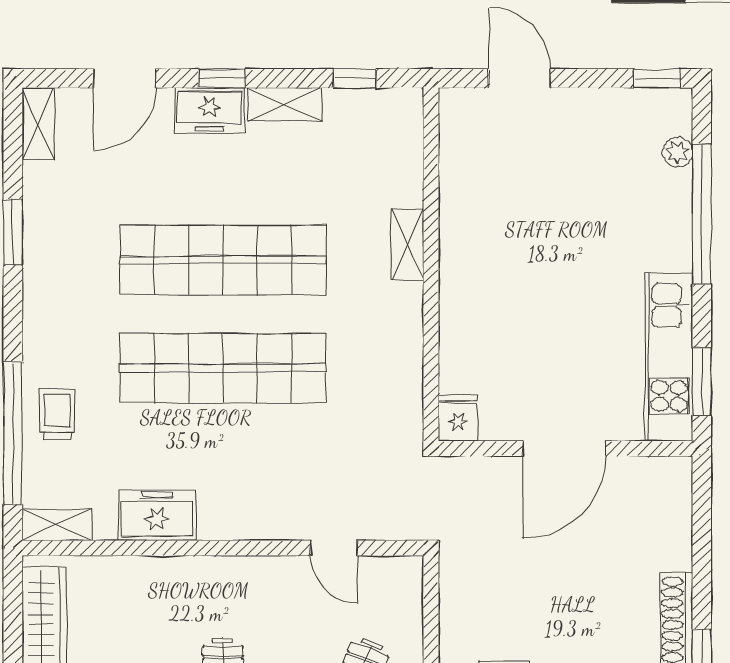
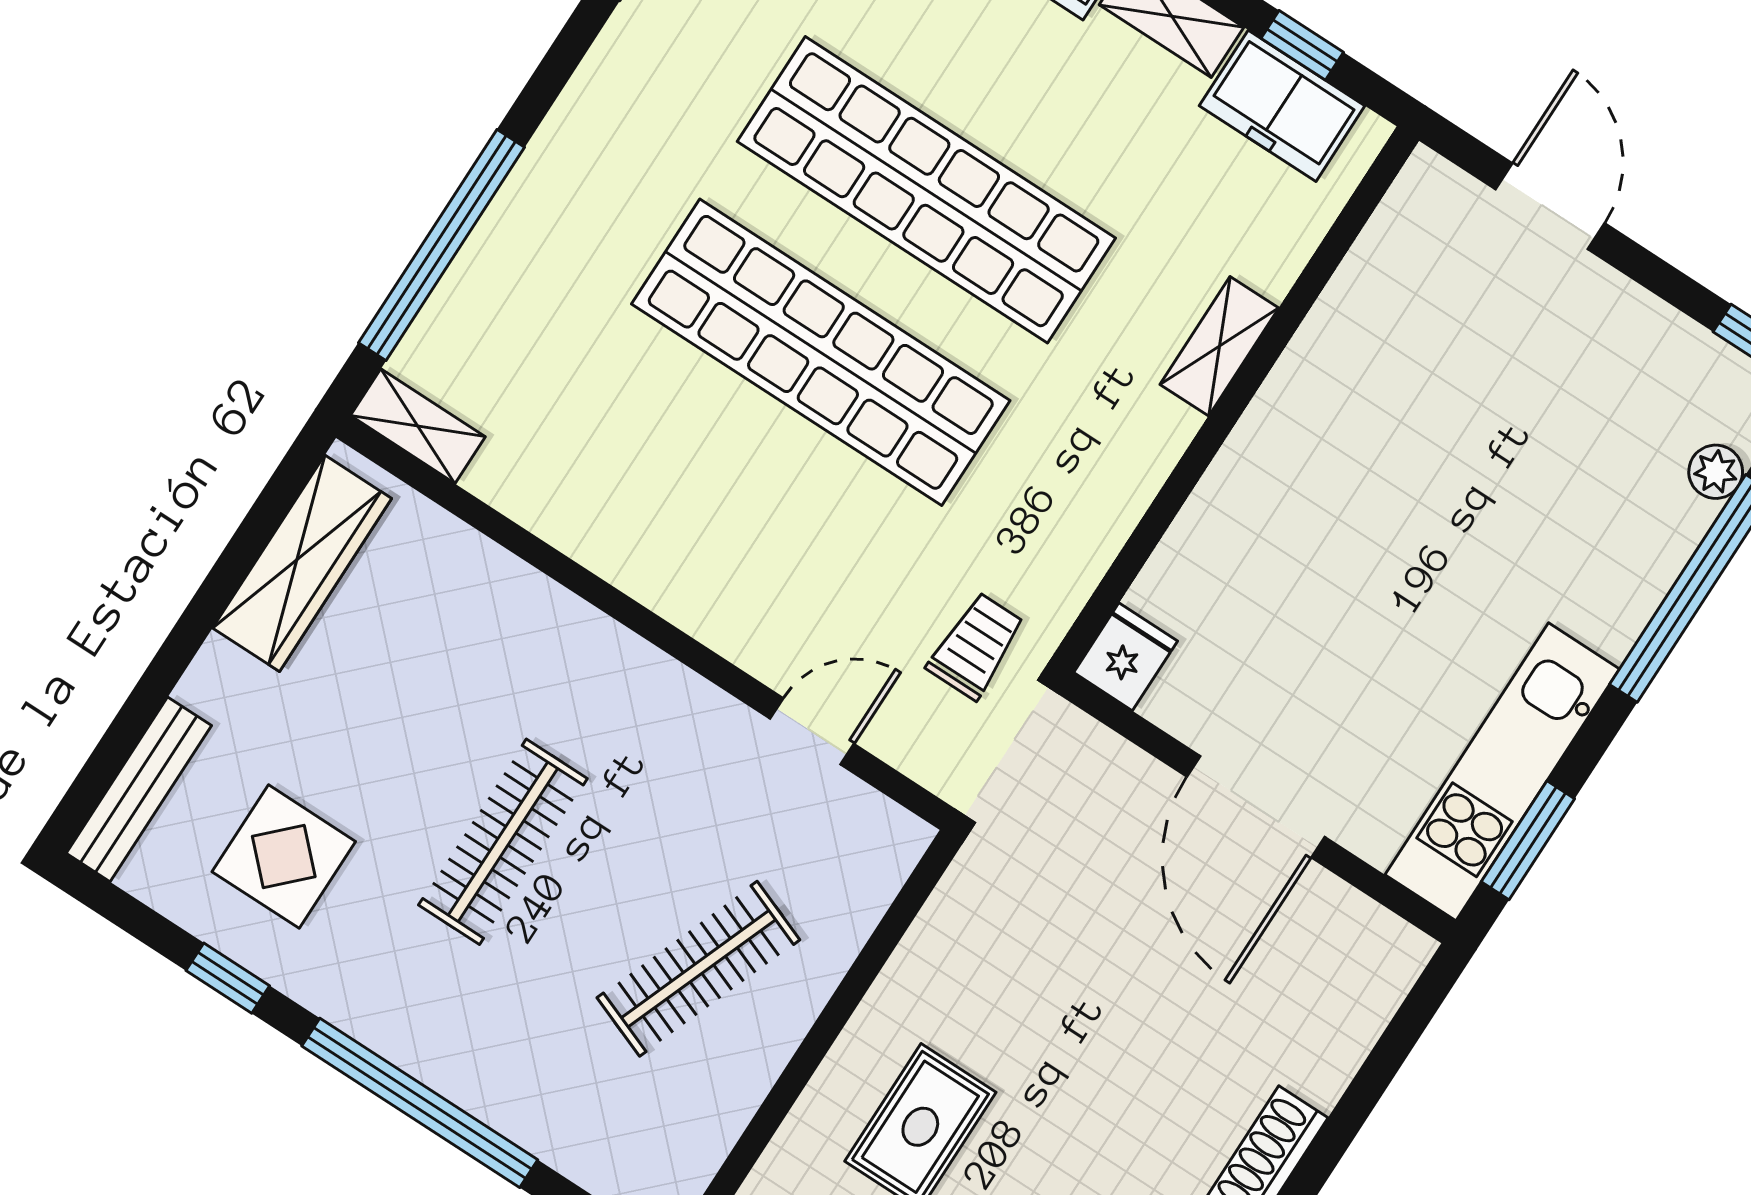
trolley: (57, 414) -> (976, 646), moved
door: (564, 449) -> (1256, 807), hinge flipped
freezer: (157, 515) -> (1282, 106), moved, turned 180
door: (334, 548) -> (812, 731), swing flipped

